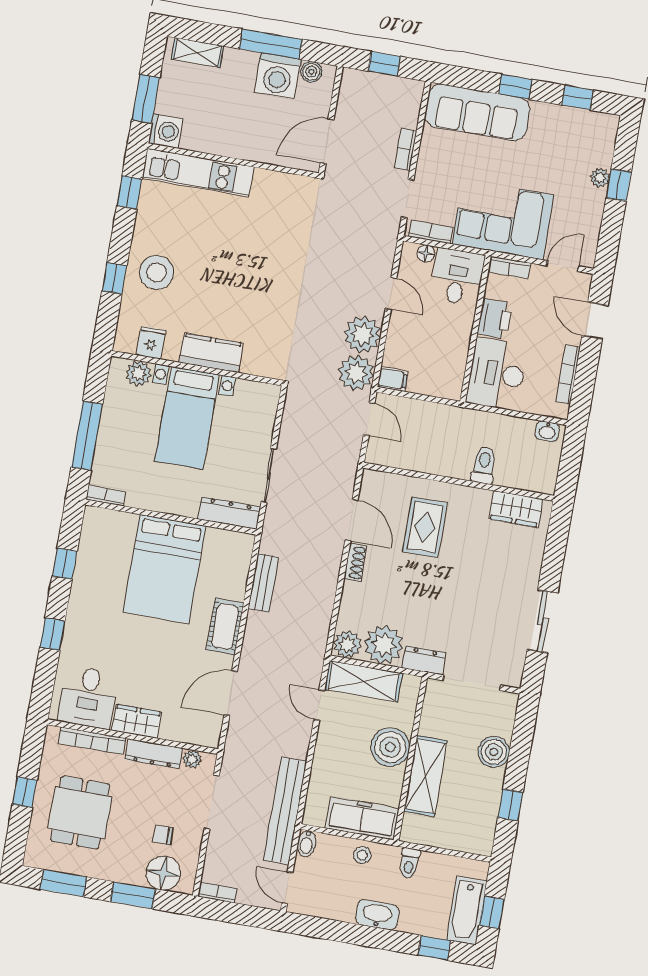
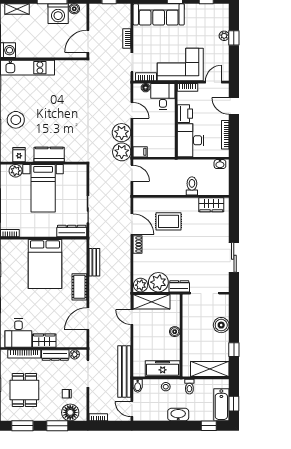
rug: (425, 527) -> (168, 221), turned 90
boiler: (390, 747) -> (175, 332), width x0.54, depth x0.54
shelving: (426, 776) -> (210, 369), moved, turned 90

